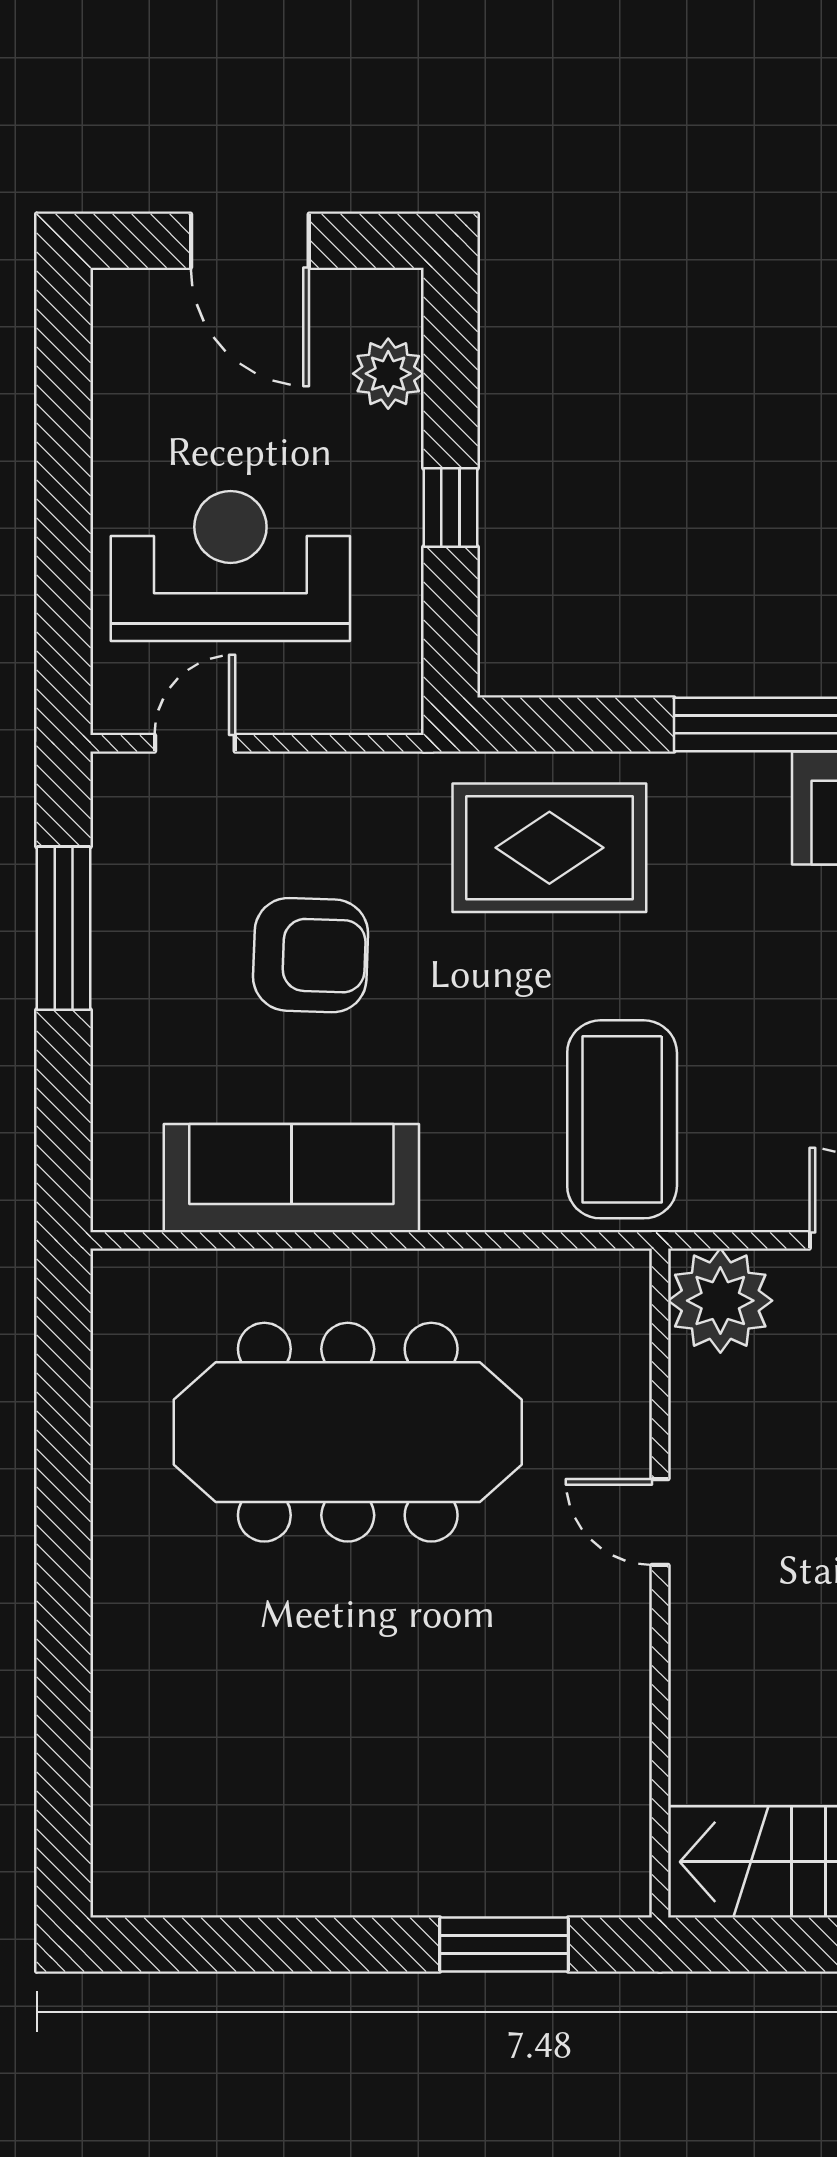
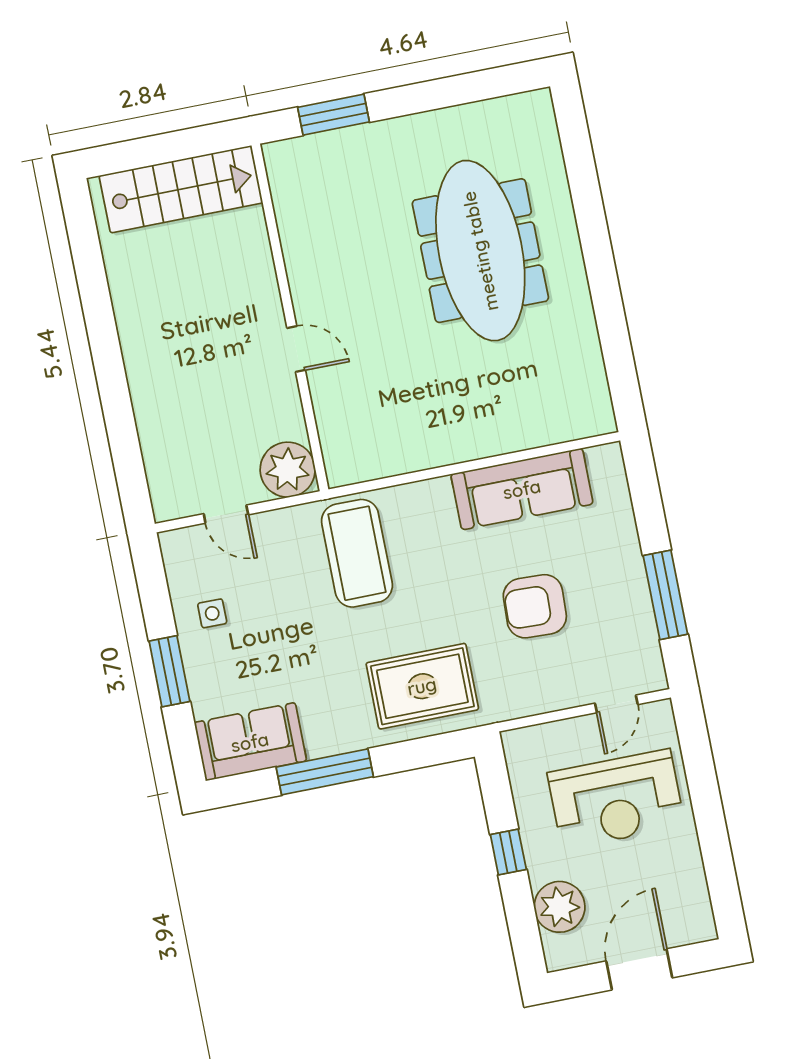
door: (250, 241) -> (639, 969), hinge flipped
plant: (388, 374) -> (560, 907), width x1.36, depth x1.36
meeting table: (348, 1432) -> (480, 251), moved, turned 90

